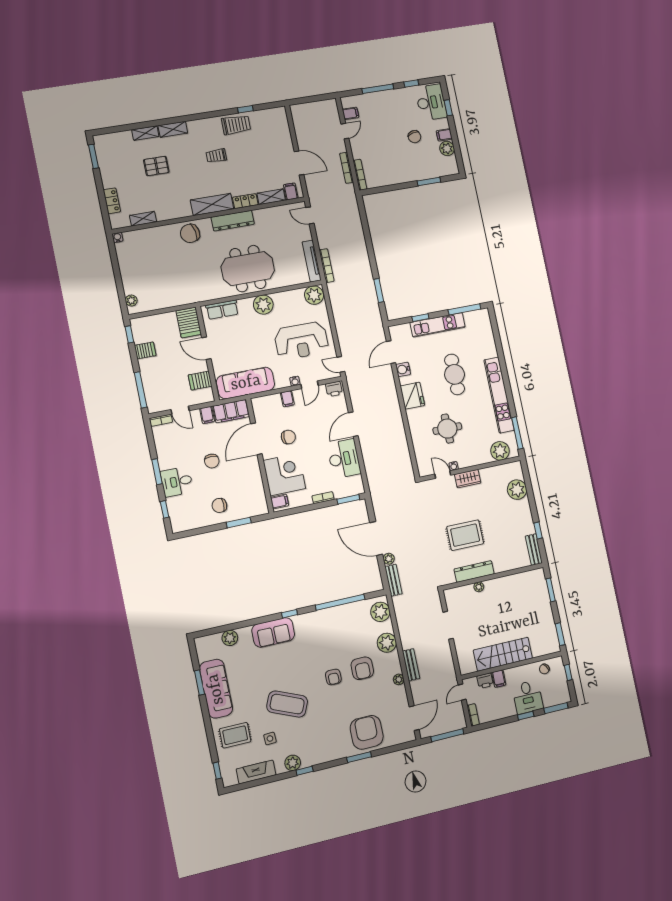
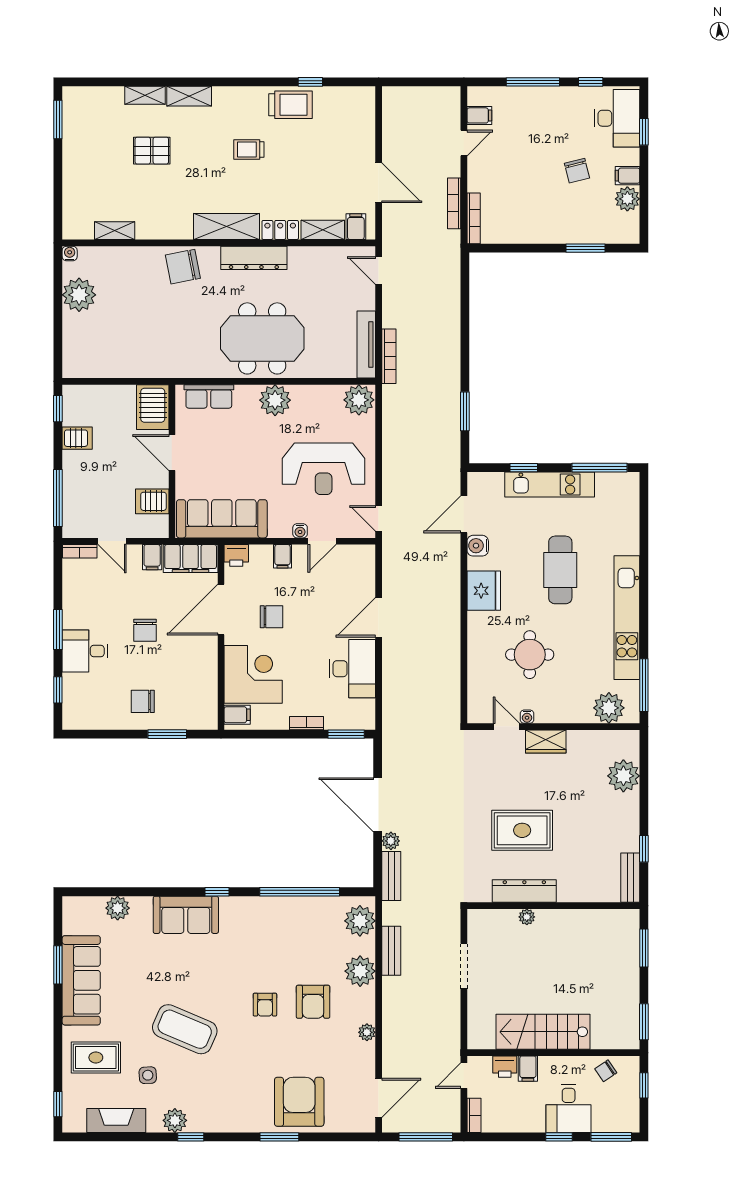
locker: (112, 201) -> (72, 194), removed
plant: (131, 301) -> (79, 295), moved, width x1.87, depth x1.87
printer: (334, 389) -> (236, 555), moved
bench: (411, 665) -> (391, 951), moved

